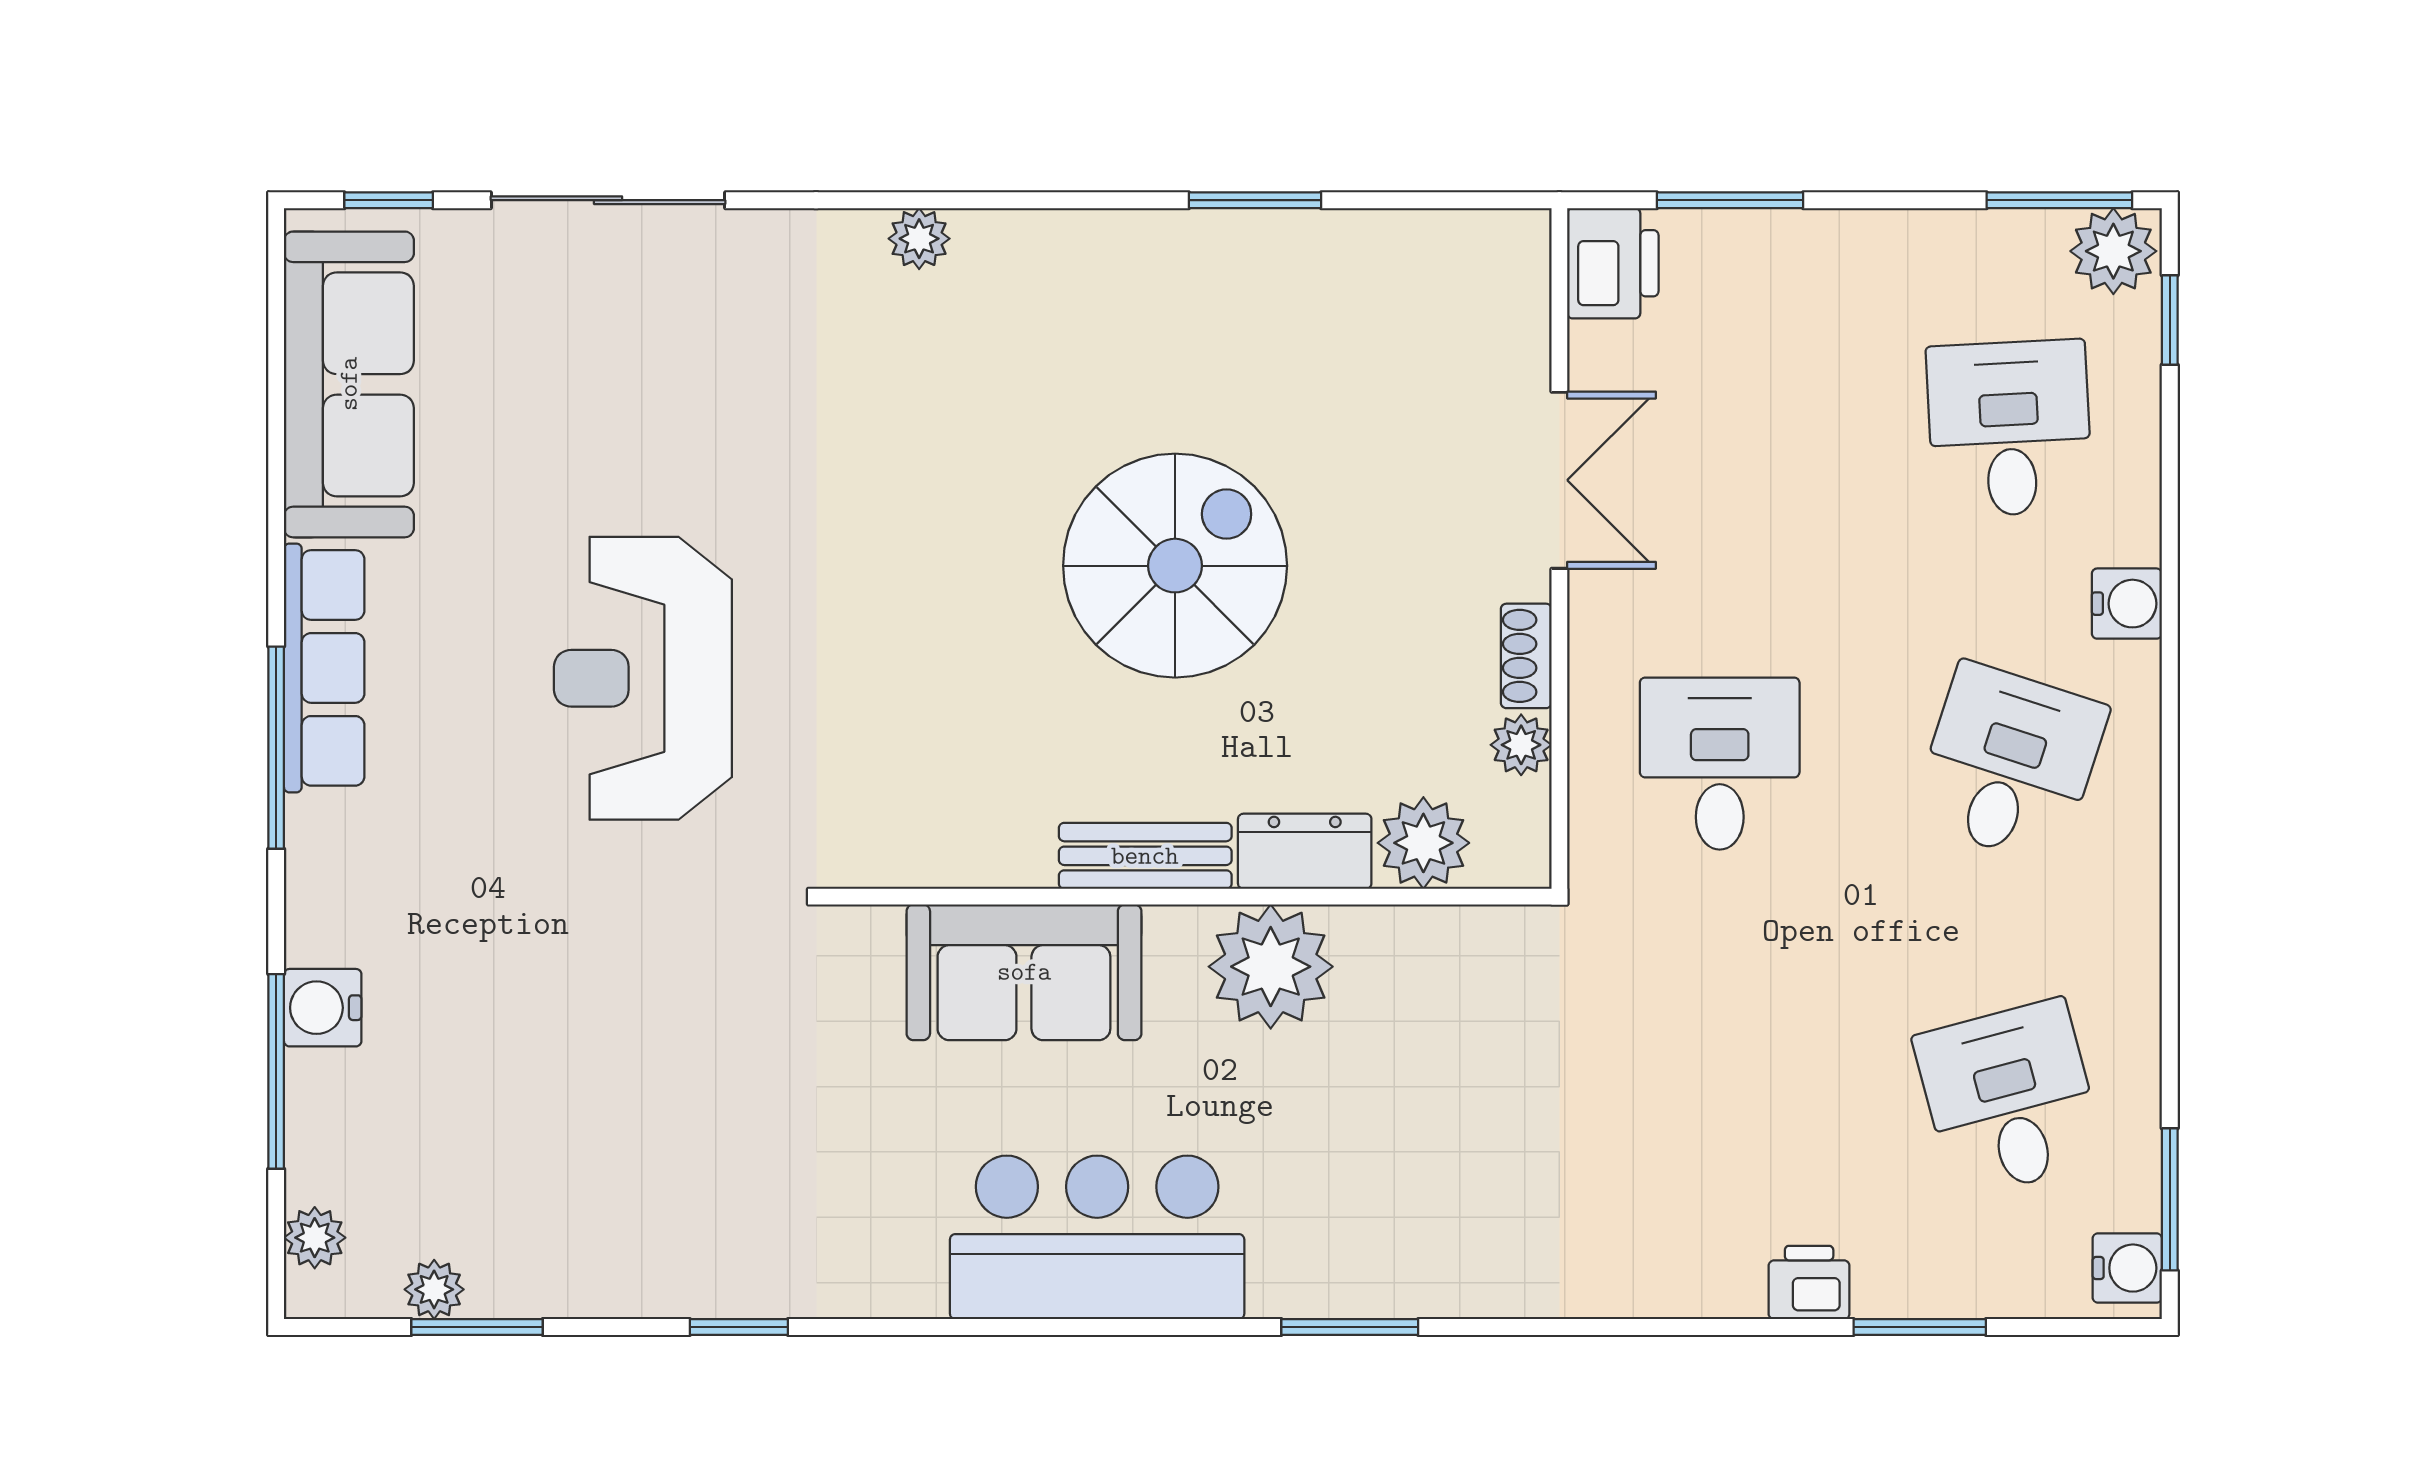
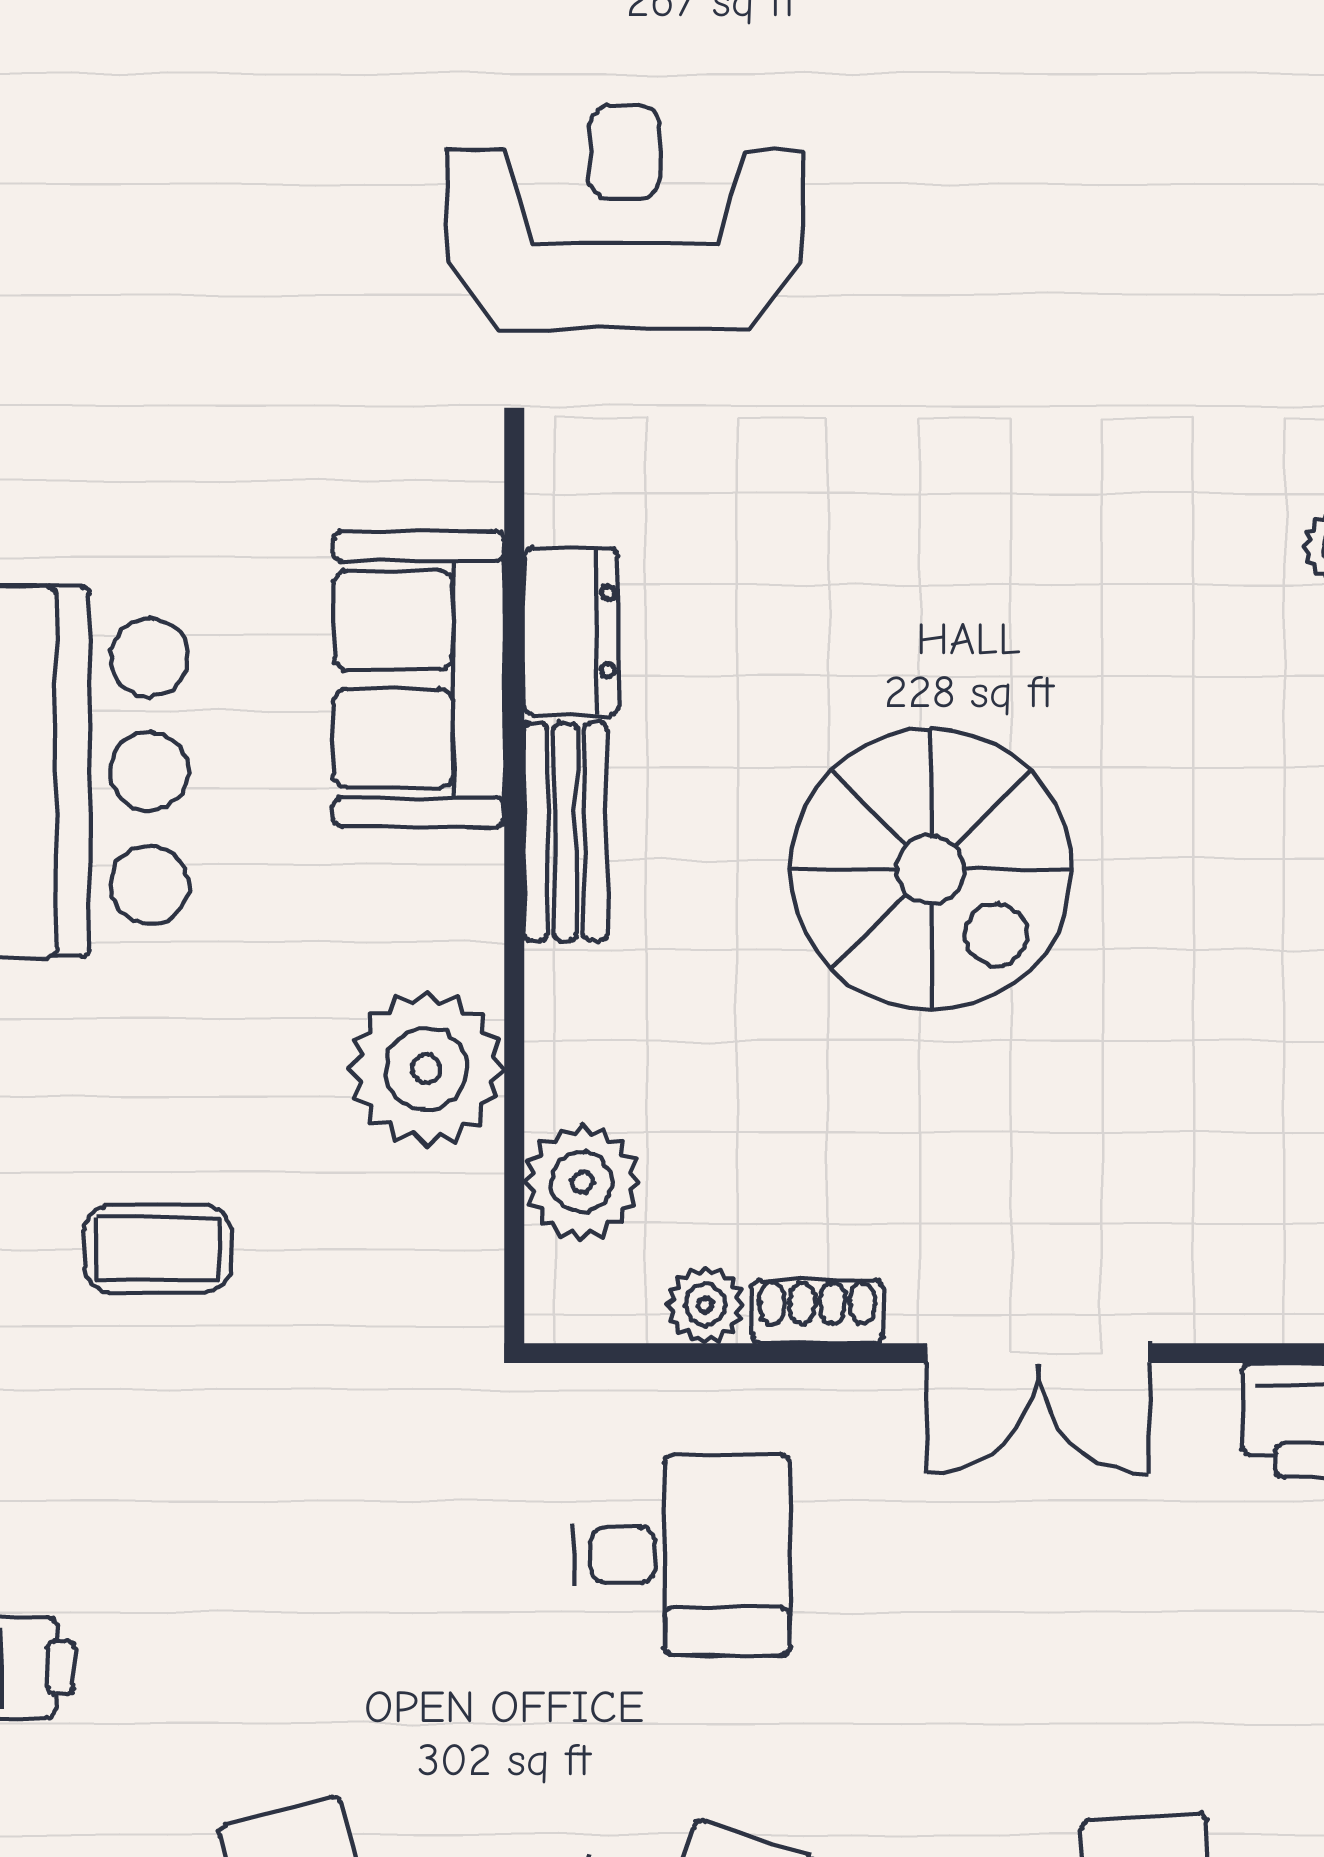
reception desk: (643, 678) -> (624, 217), moved
dresser: (1305, 851) -> (571, 631), moved
plant: (1271, 967) -> (426, 1069), moved
coffee table: (1476, 1180) -> (158, 1249), added

